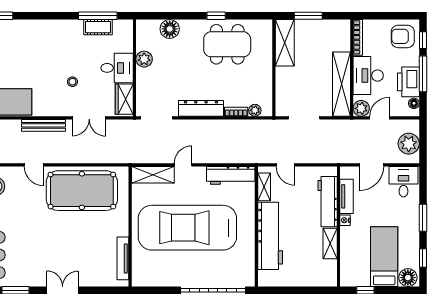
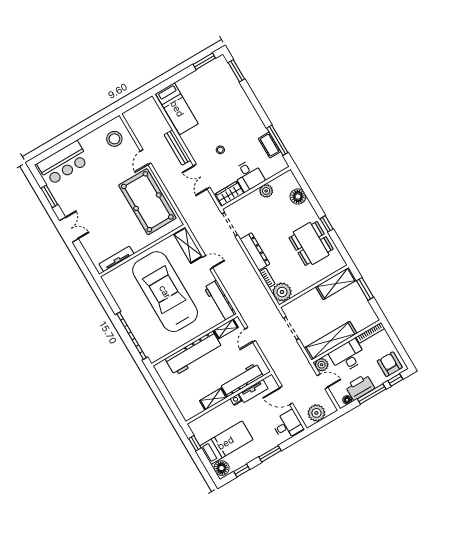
plant: (255, 110) -> (282, 292), width x1.87, depth x1.87

